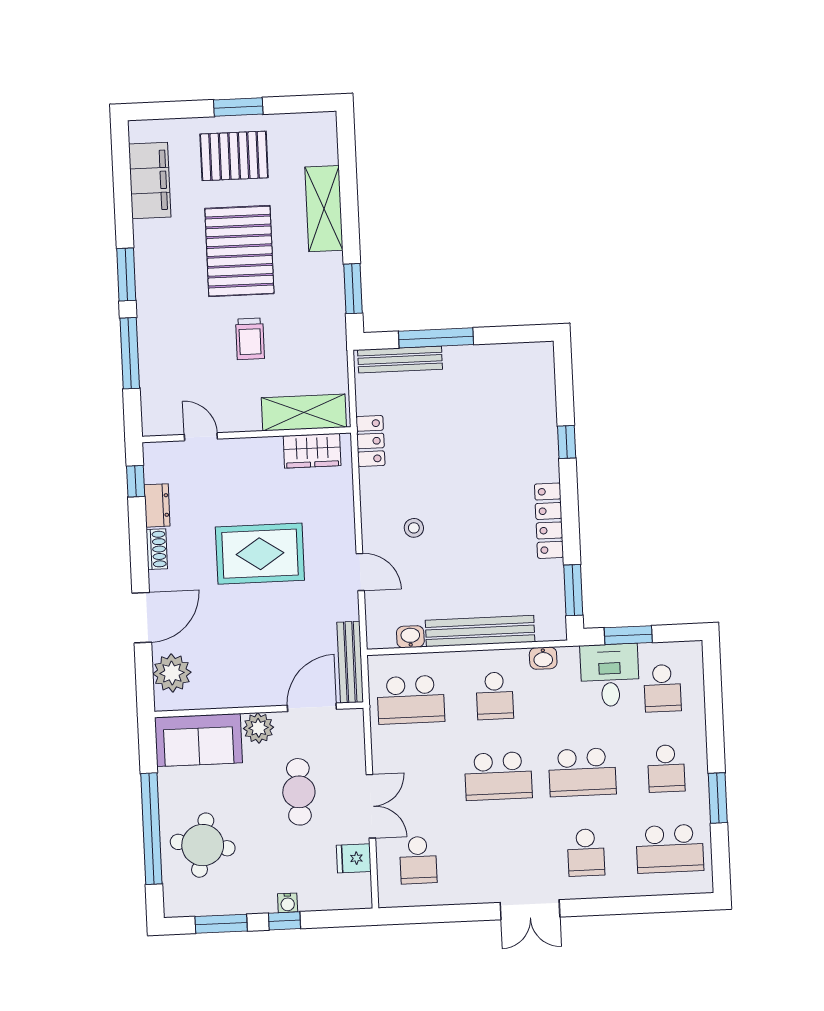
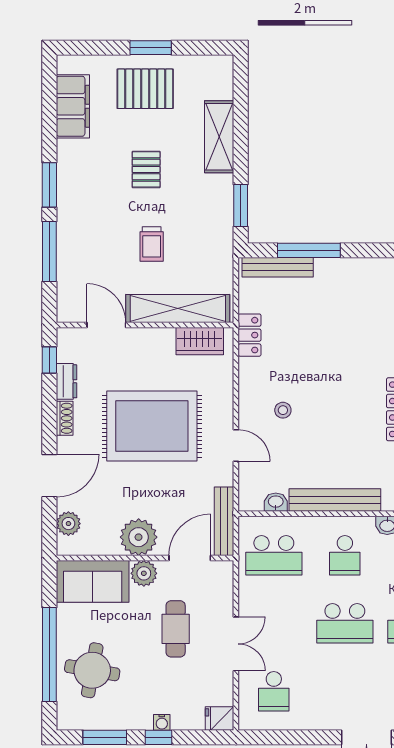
pallet: (239, 251) -> (146, 169), width x0.49, depth x0.50
shelving: (304, 413) -> (178, 308), width x1.47
door: (201, 437) -> (106, 325), width x1.37
rug: (260, 554) -> (152, 426), width x1.37, depth x1.44
plant: (172, 673) -> (68, 524), width x0.73, depth x0.73
plant: (250, 686) -> (139, 537), added
fridge: (354, 858) -> (219, 719), moved

